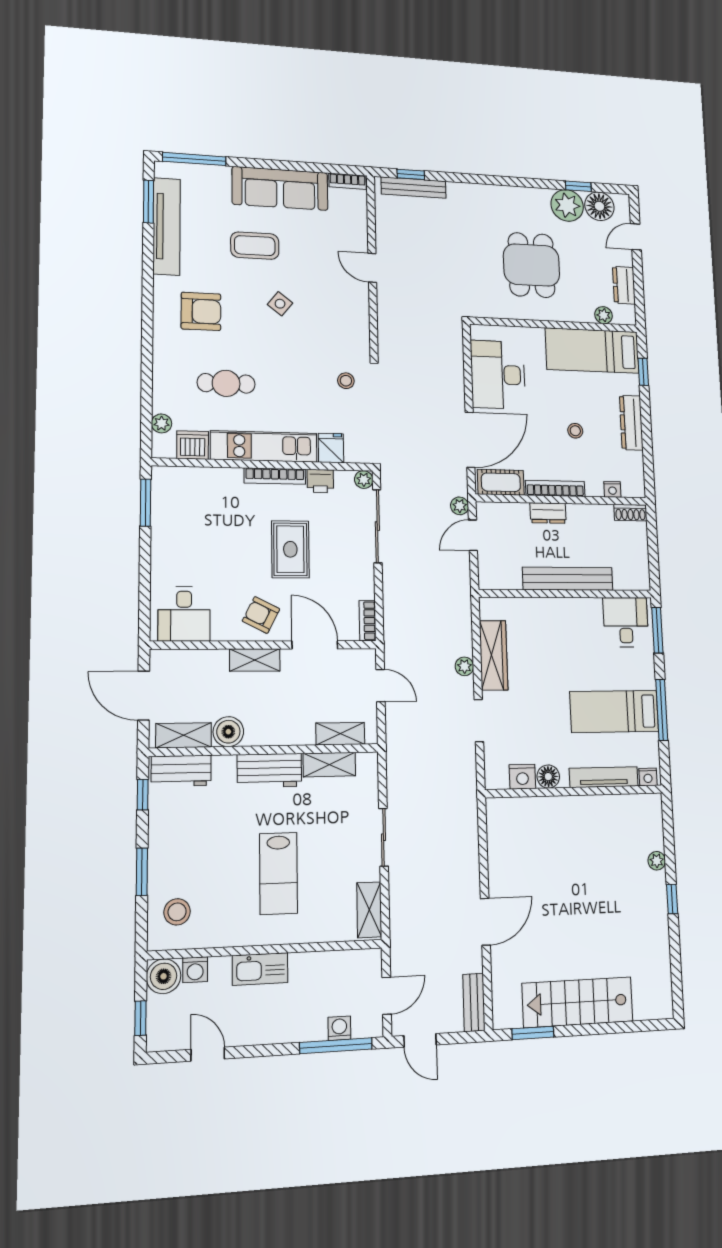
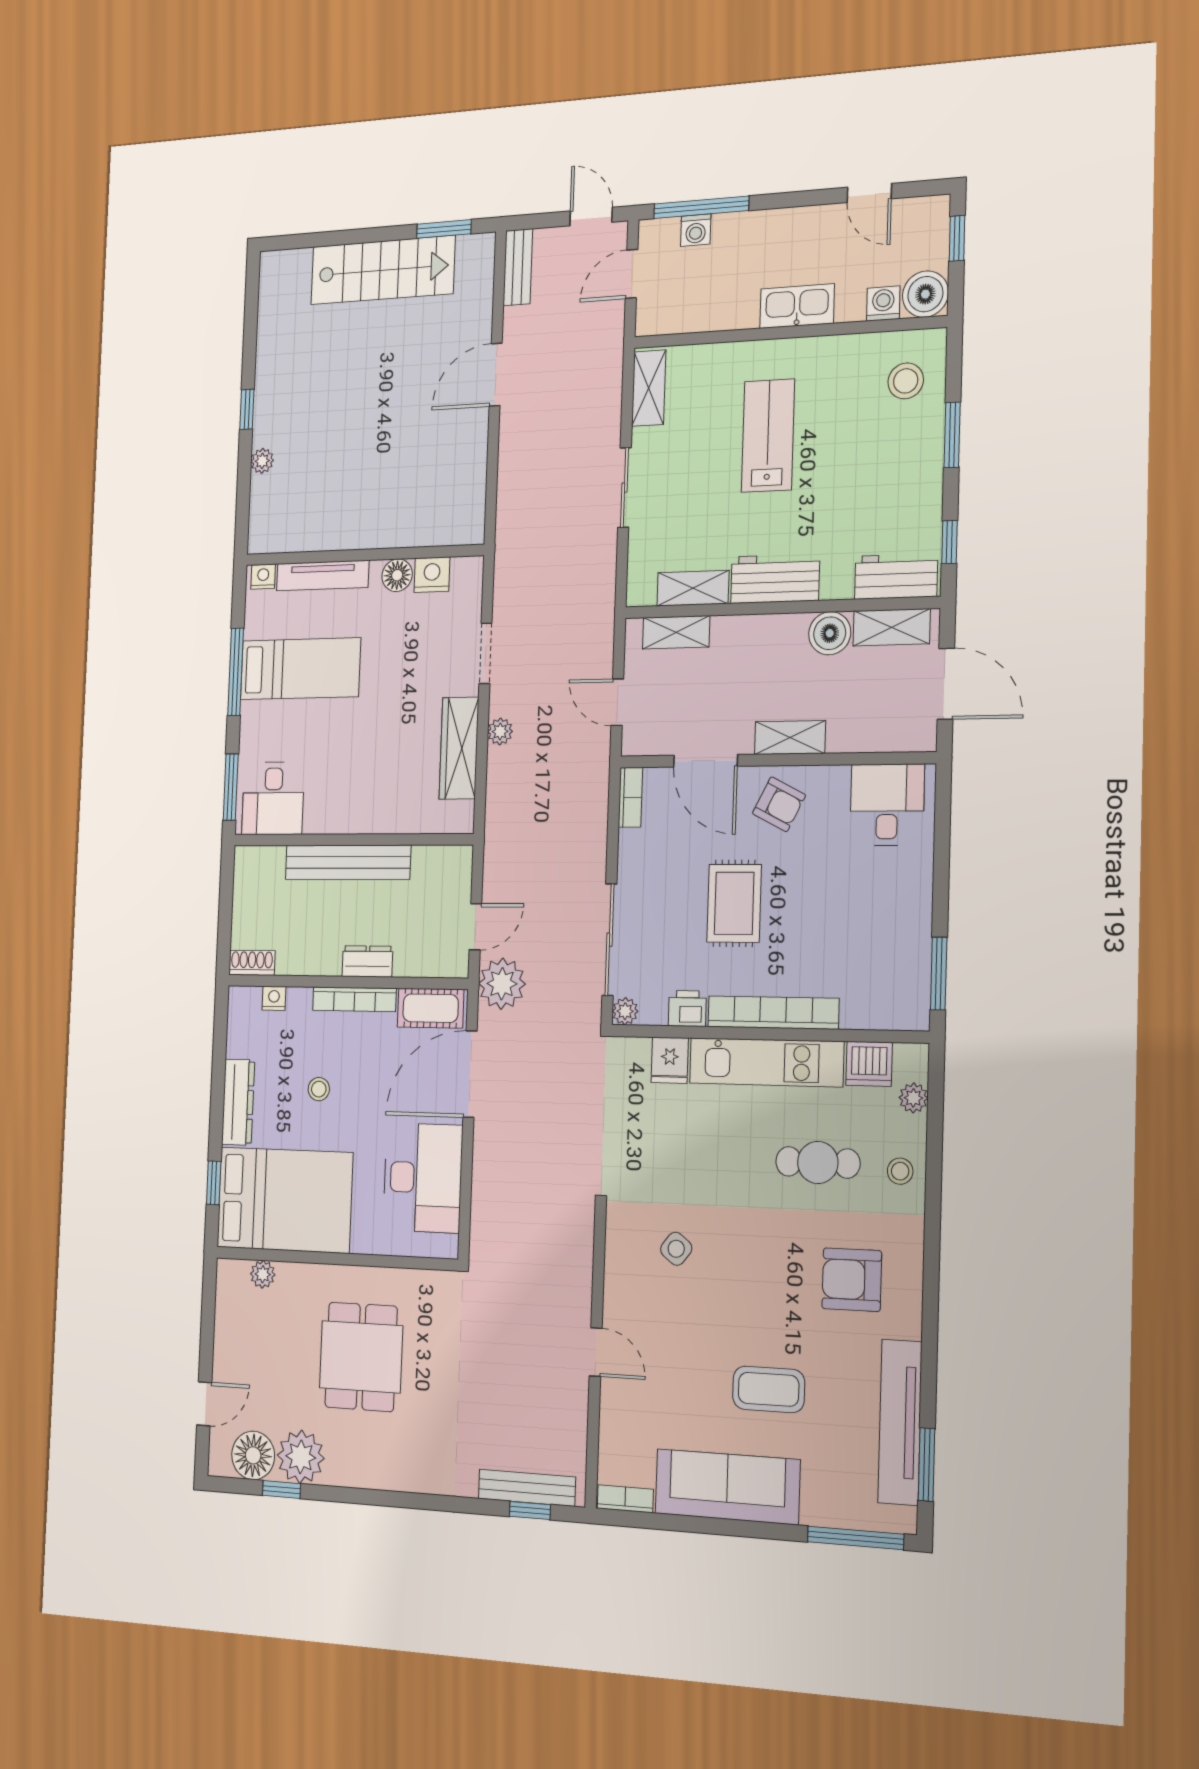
dresser: (624, 285) -> (229, 1323), removed
side table: (280, 304) -> (676, 1249), moved
bed: (592, 351) -> (285, 1200), width x1.50
stool: (346, 381) -> (900, 1171), moved
bookcase: (275, 476) -> (773, 1013), width x1.48, depth x1.31
plant: (460, 506) -> (502, 984), width x1.88, depth x1.88

